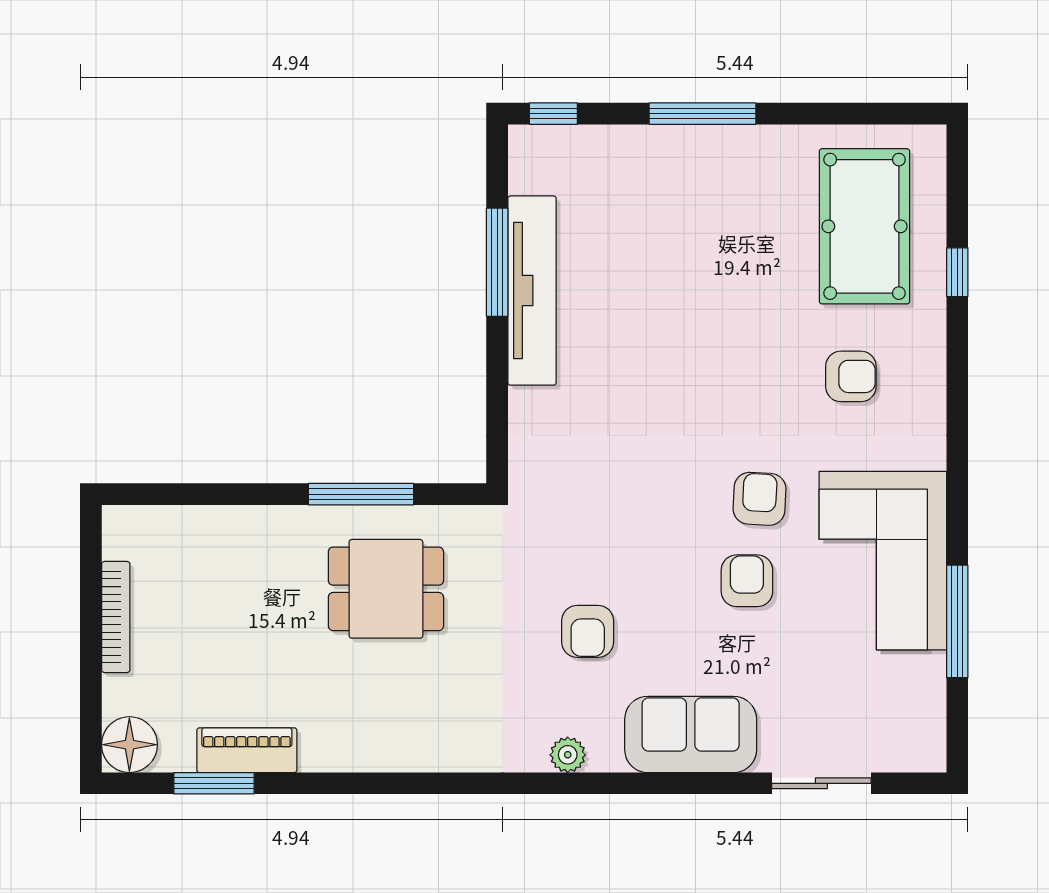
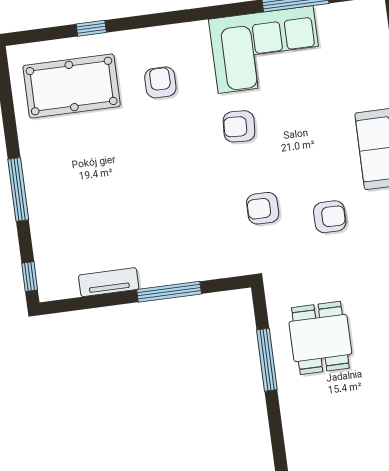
window: (497, 262) -> (169, 292), moved
tv unit: (532, 291) -> (109, 282), width x0.52, depth x0.78
armchair: (747, 581) -> (263, 208), moved

